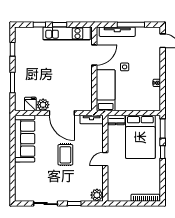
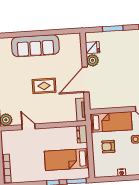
armchair: (130, 95) -> (108, 147), added
bed: (140, 137) -> (67, 159), width x0.67
sofa: (25, 139) -> (35, 46), moved
door: (105, 159) -> (28, 127), moved

